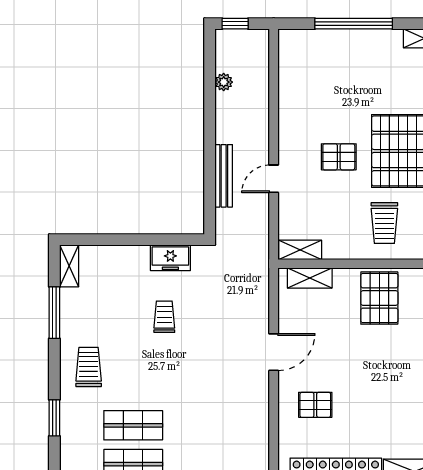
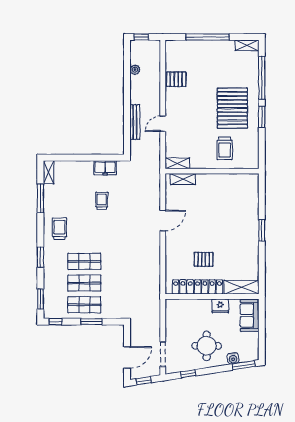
pallet: (339, 157) -> (176, 79), moved
pallet: (379, 298) -> (222, 190), removed
pallet: (315, 405) -> (204, 259), moved

